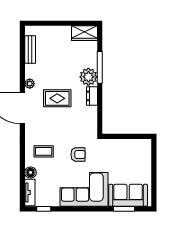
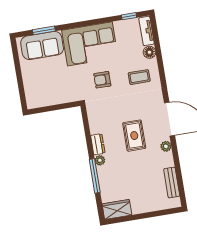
plant: (88, 77) -> (100, 160), width x0.53, depth x0.53
rug: (57, 98) -> (134, 136), turned 90

